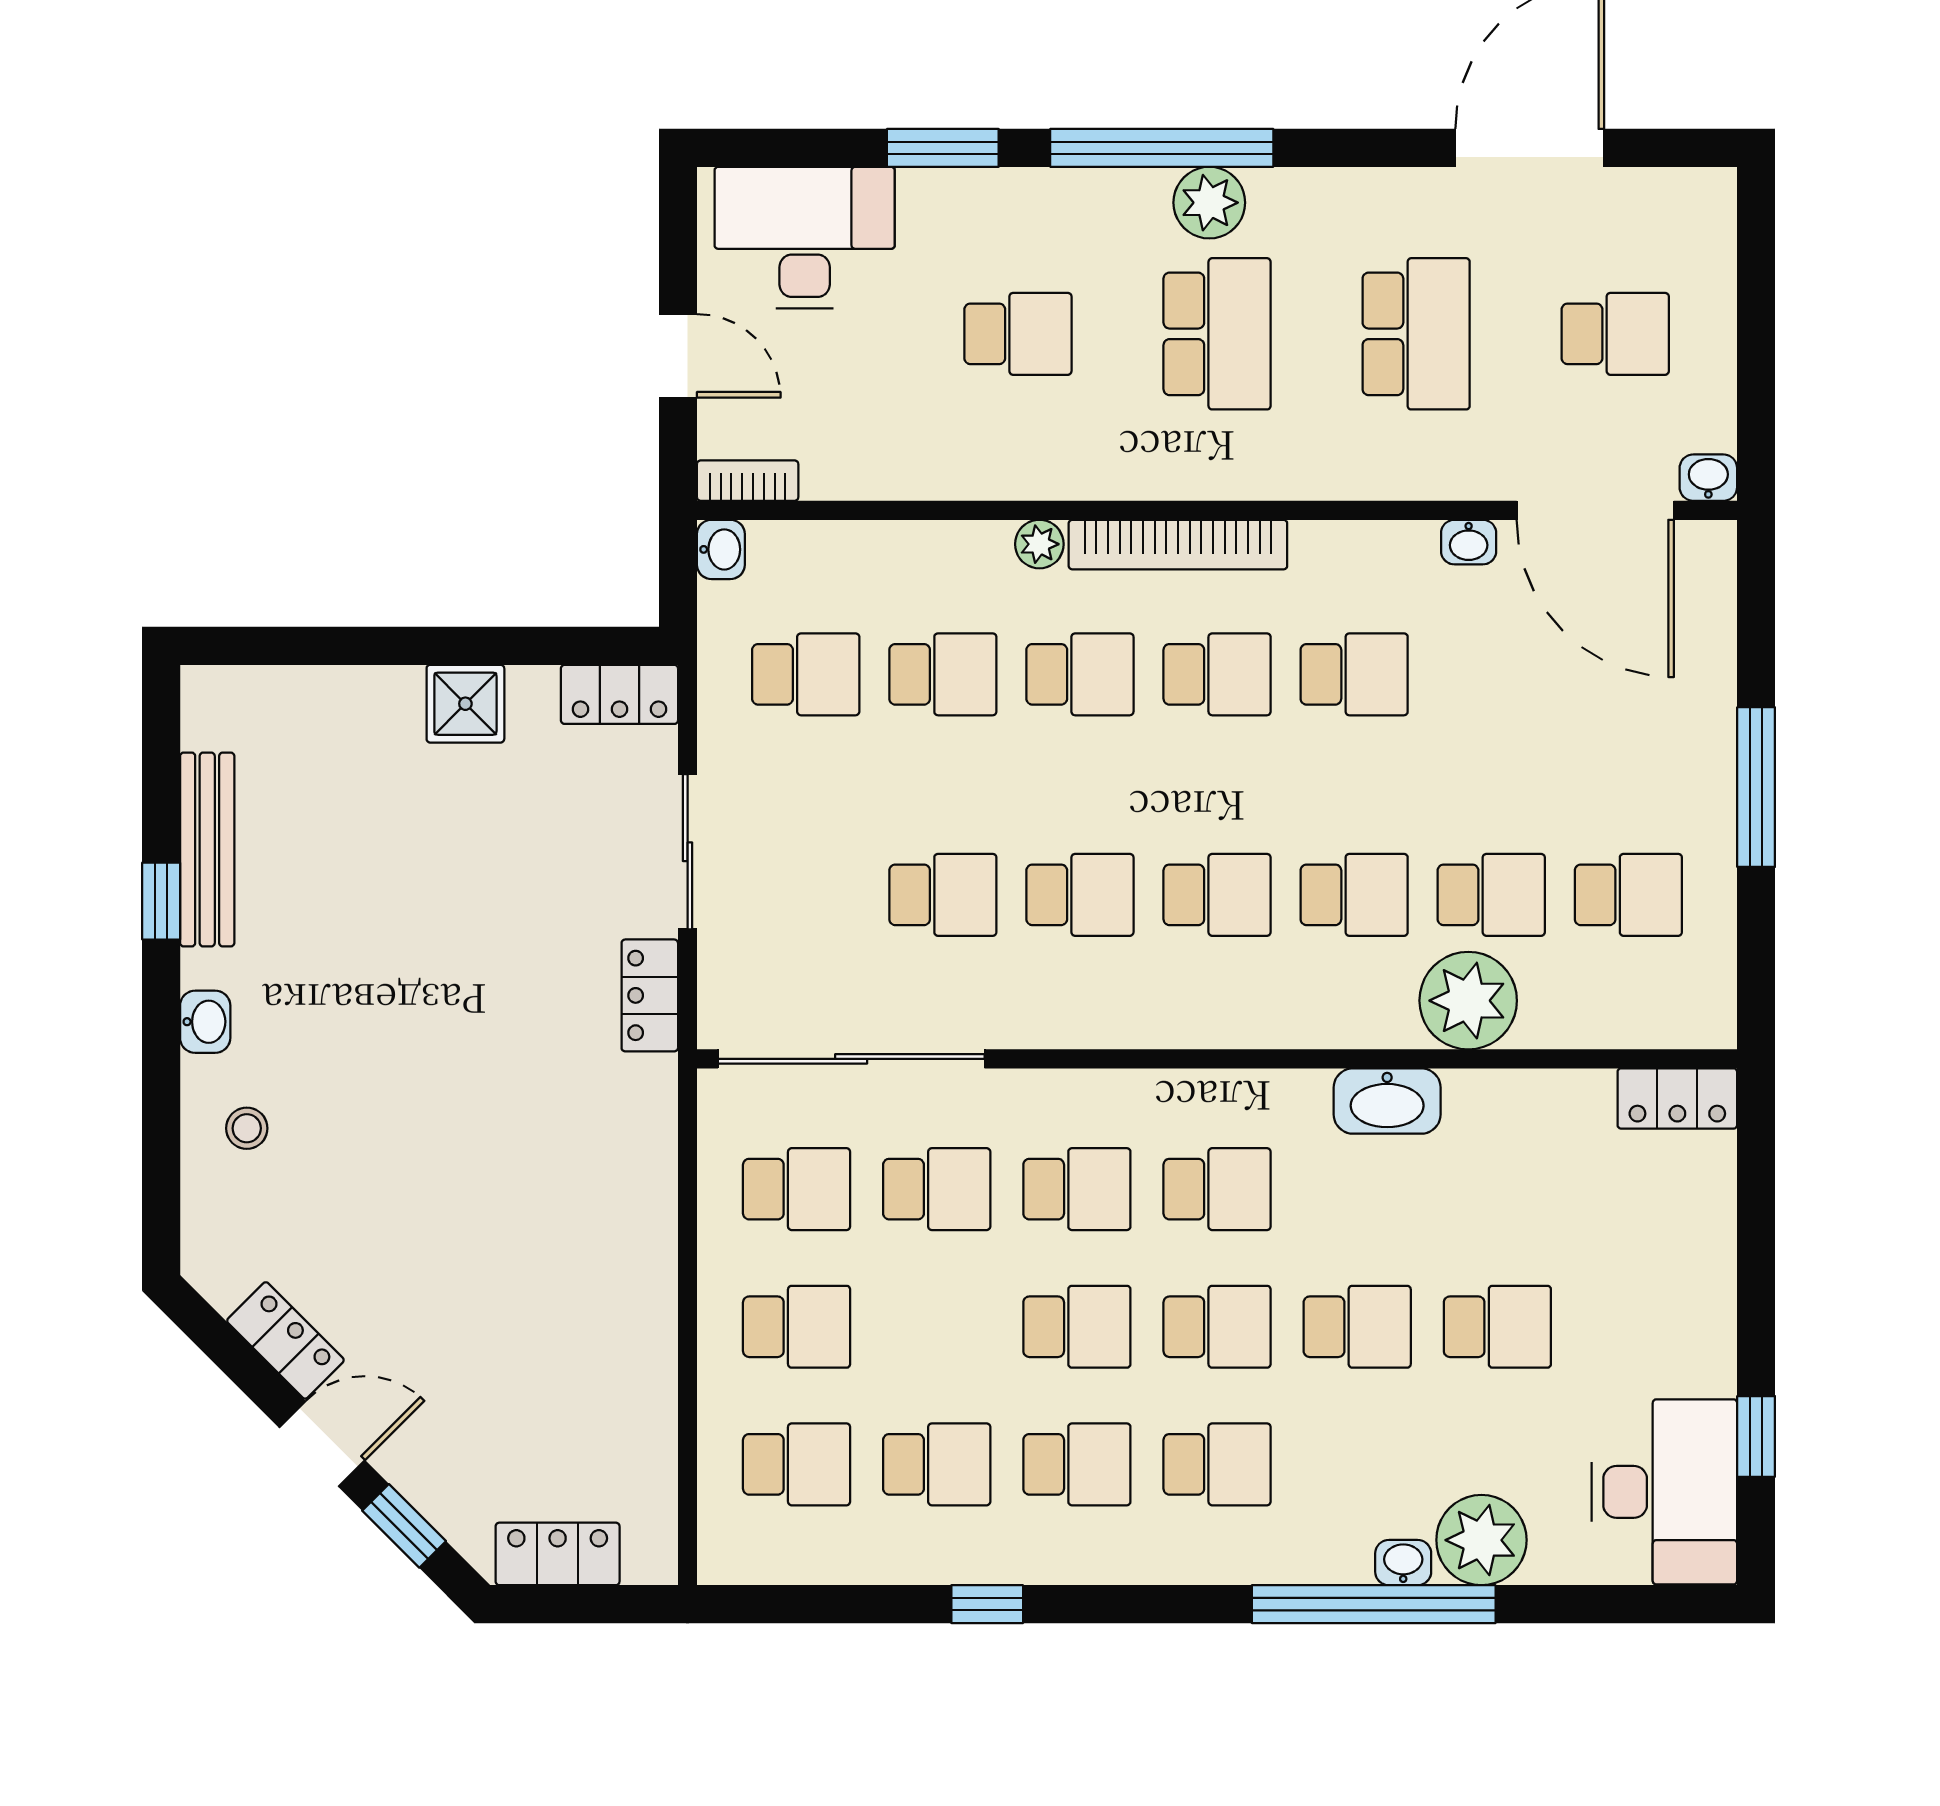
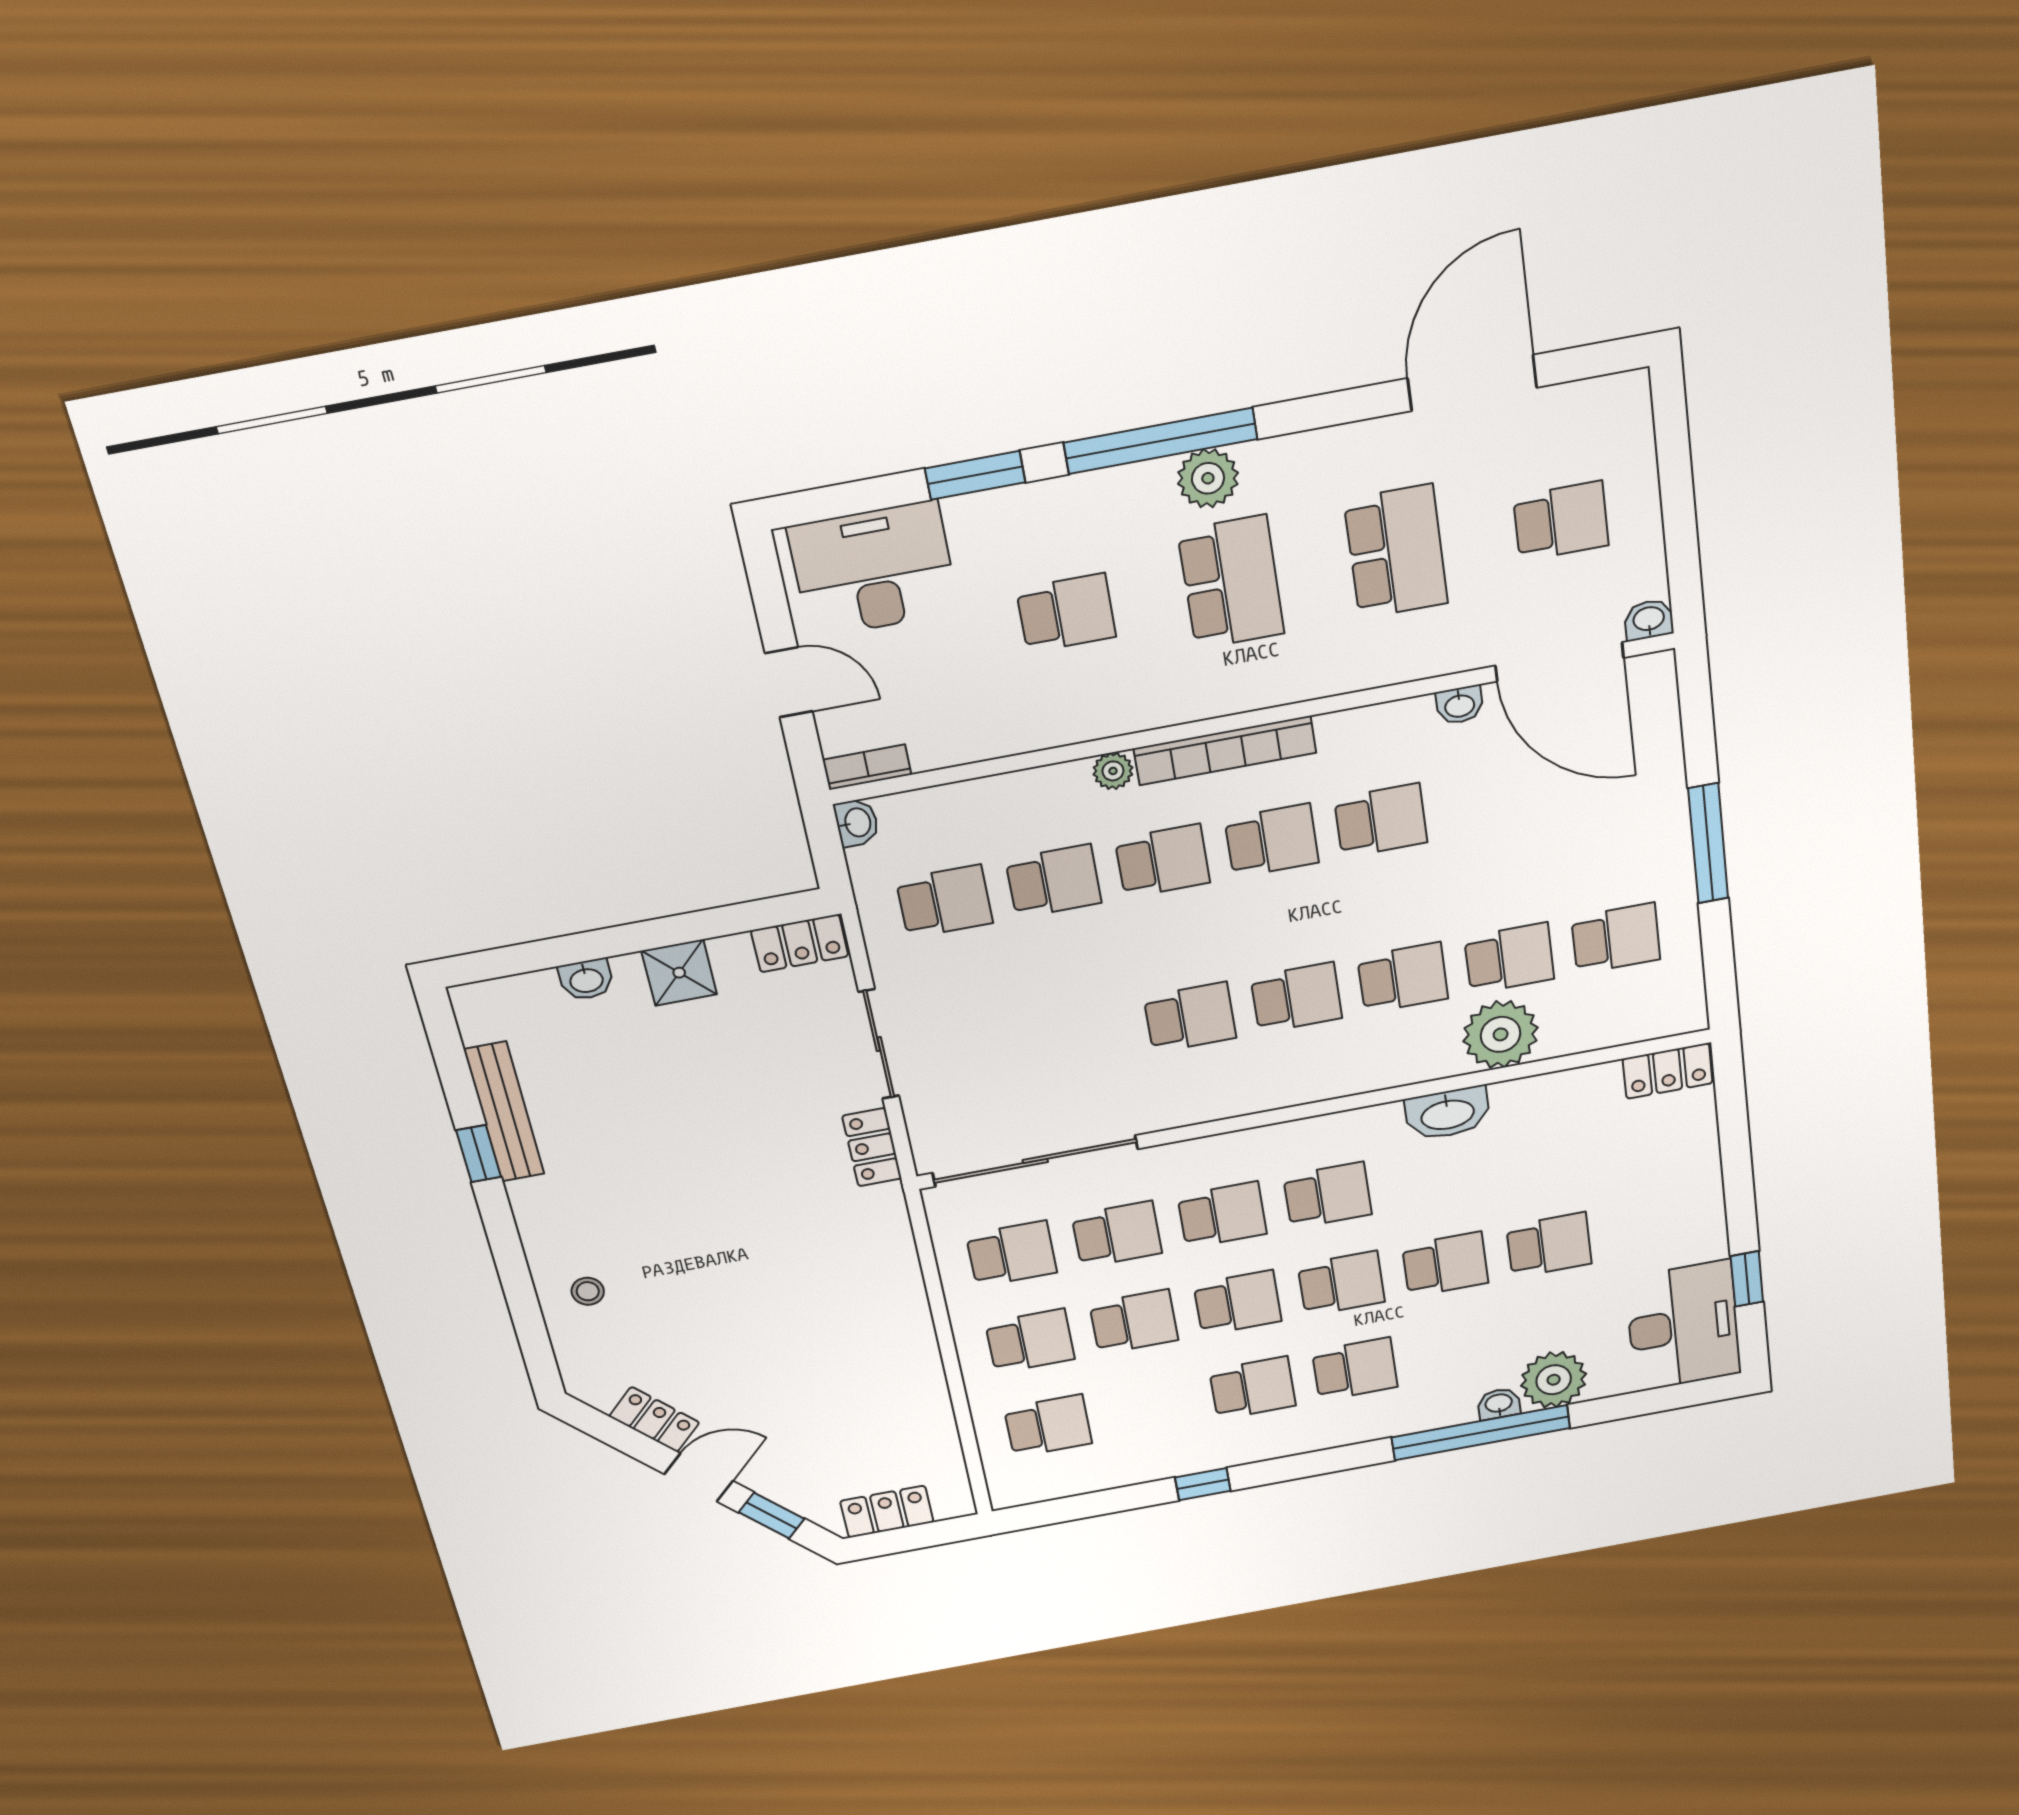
school desk: (943, 895) -> (1084, 1037), removed
washbasin: (205, 1022) -> (586, 980), moved, turned 90
school desk: (937, 1464) -> (1134, 1322), moved

